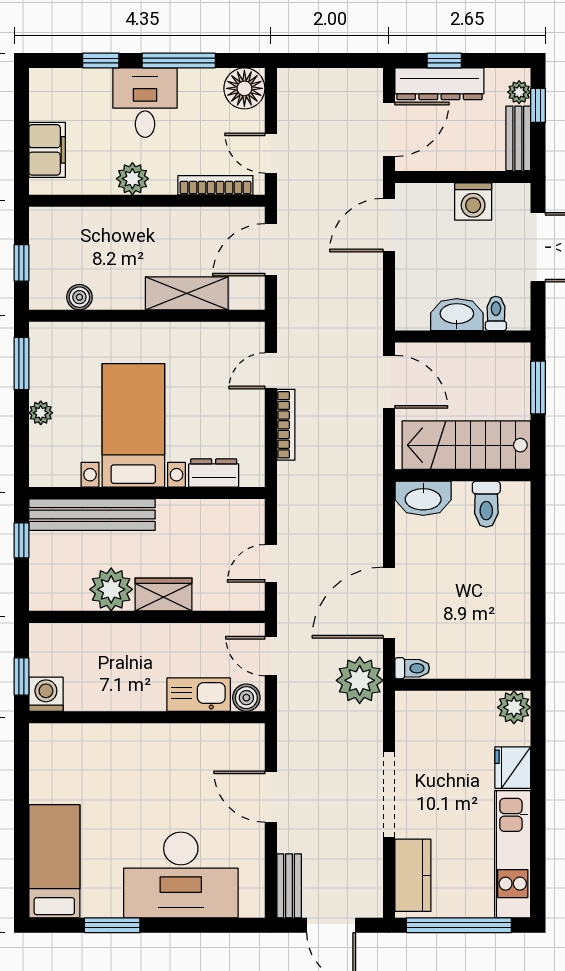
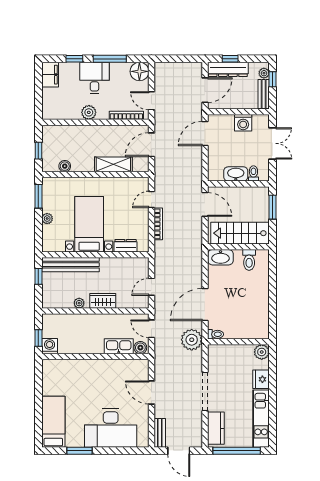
filing cabinet: (47, 150) -> (50, 75), moved
plant: (111, 589) -> (79, 303), width x0.53, depth x0.53

